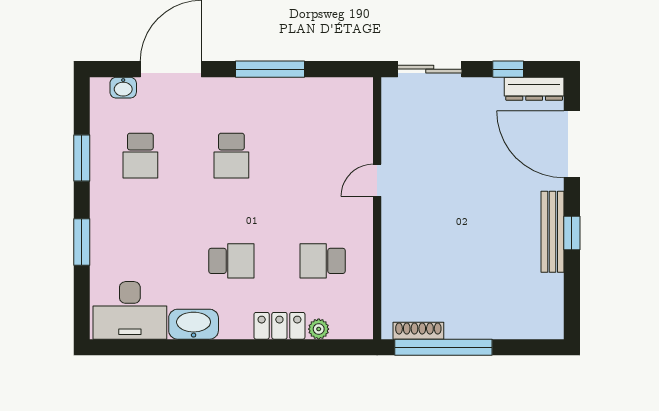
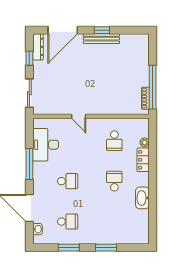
desk: (130, 310) -> (46, 145), moved, turned 180

